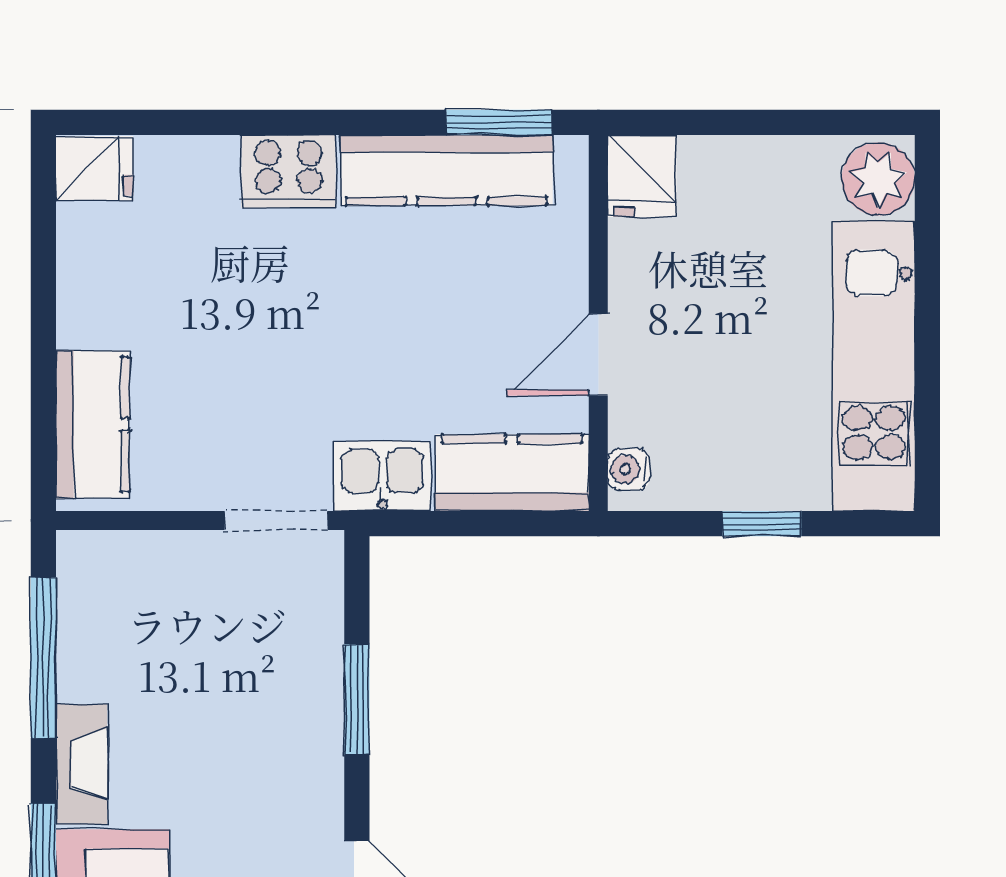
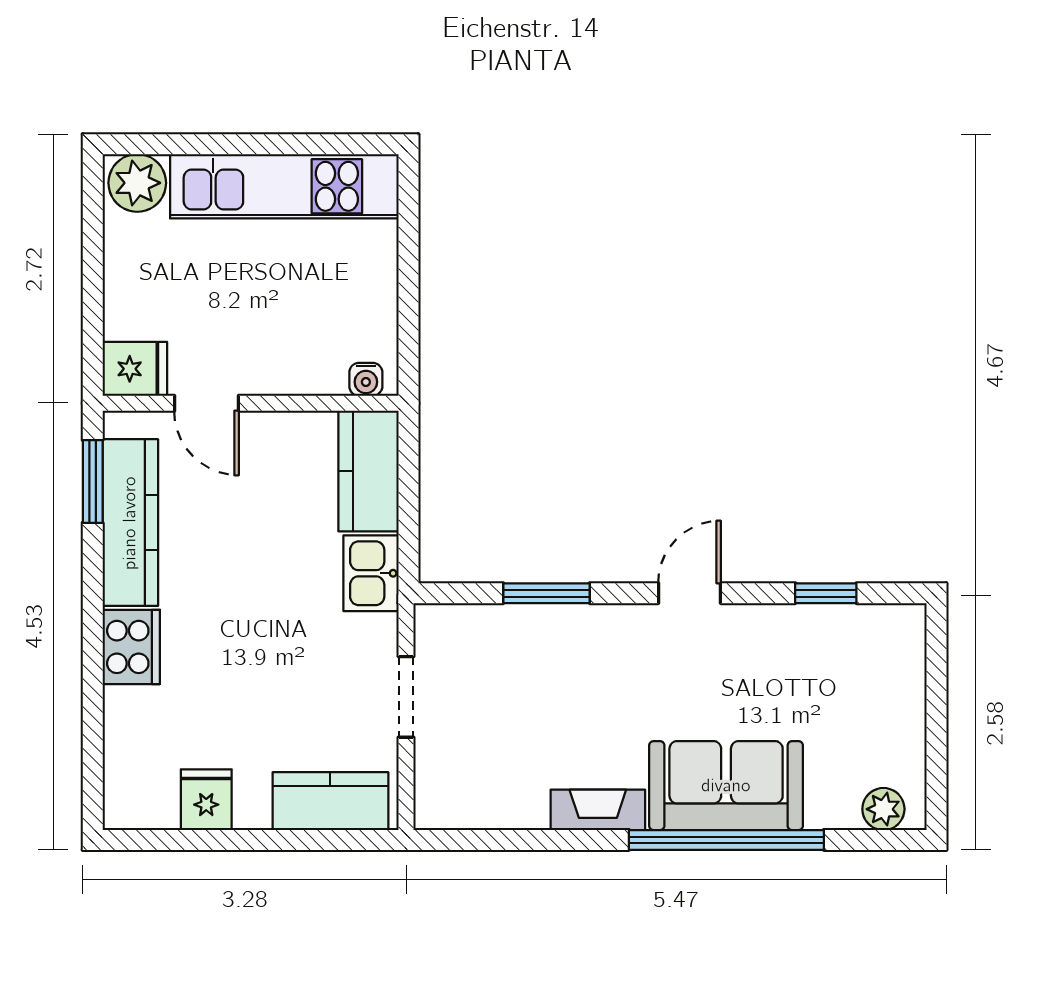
fridge: (94, 169) -> (206, 800), moved
door: (598, 355) -> (206, 403), moved
doorway: (276, 520) -> (406, 697), moved
window: (762, 524) -> (408, 274), removed
window: (43, 658) -> (514, 840), removed

